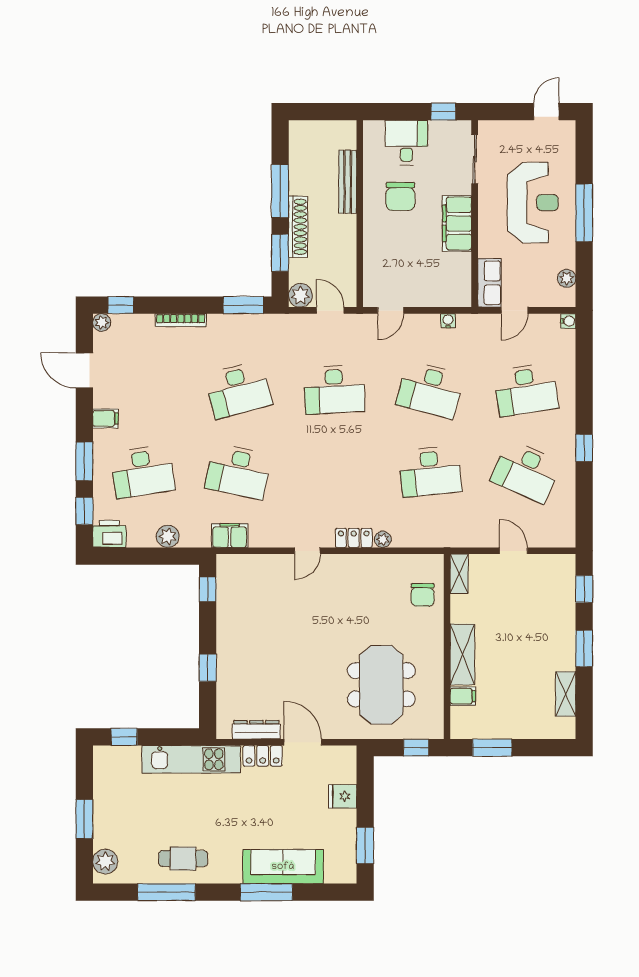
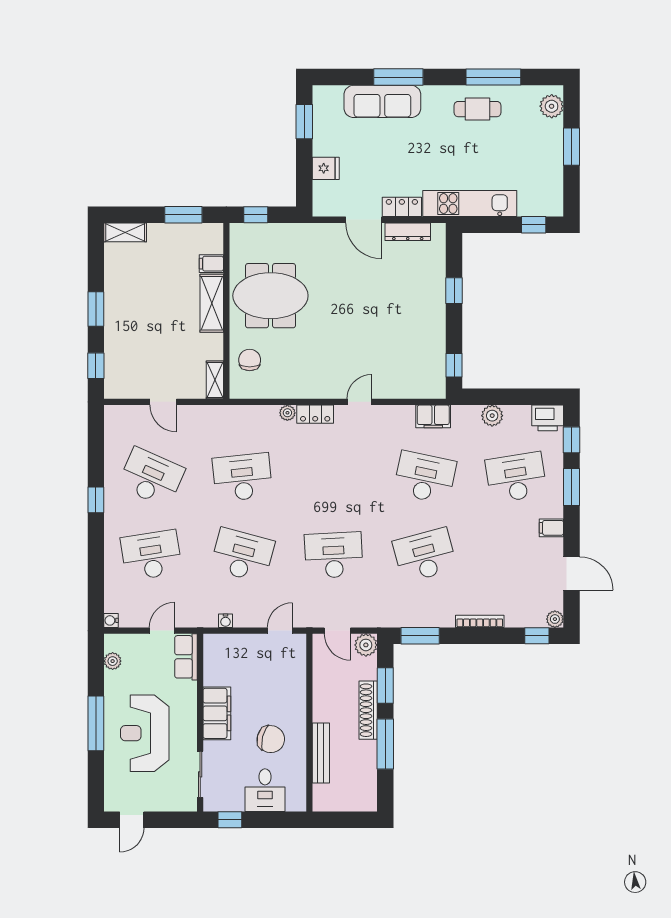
chair: (400, 196) -> (271, 739), turned 104
meeting table: (381, 685) -> (270, 296), moved, turned 90
shelving: (566, 694) -> (125, 232), moved, turned 90

